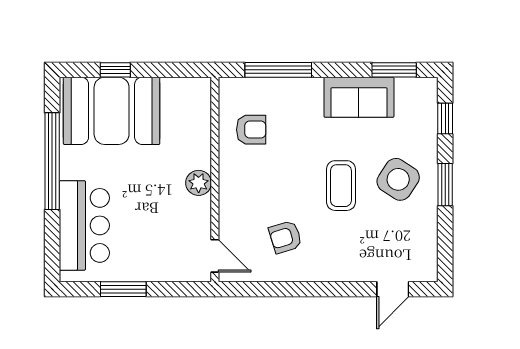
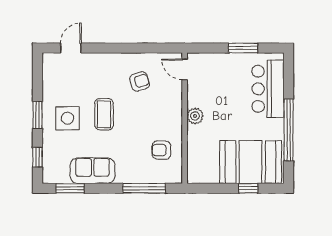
side table: (398, 179) -> (68, 118), turned -33

